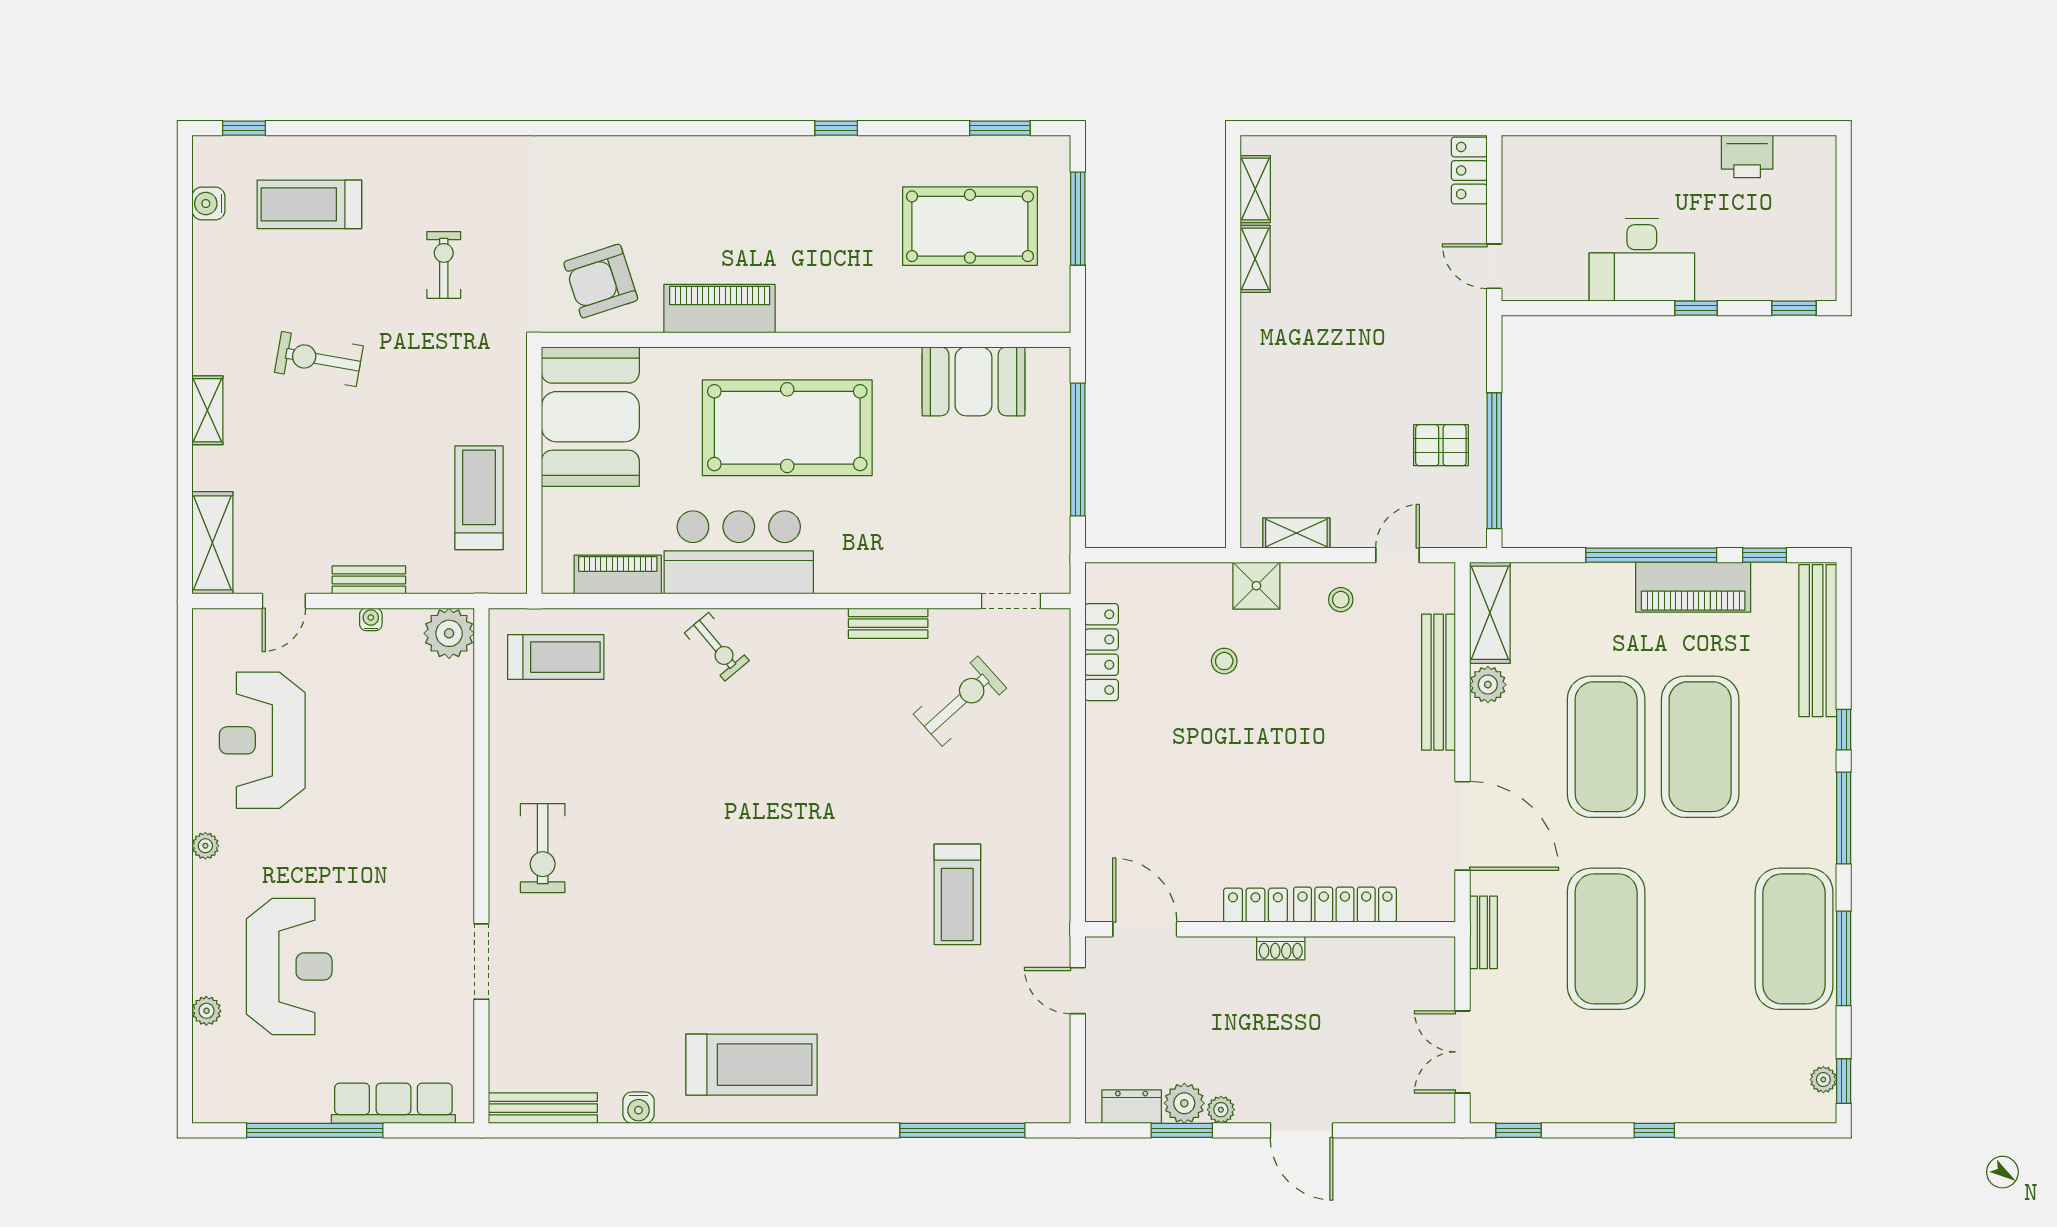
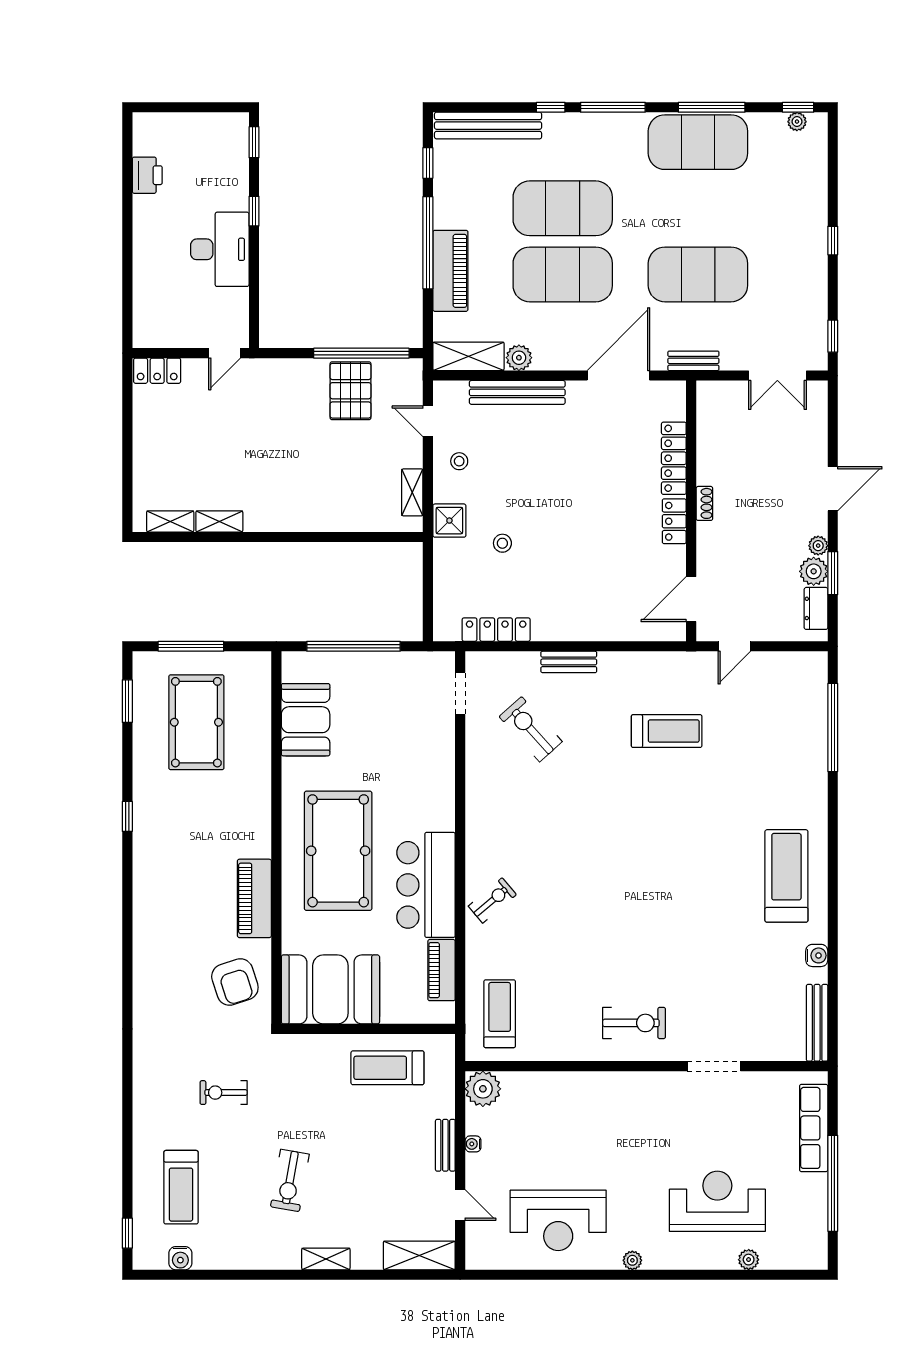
pallet: (1441, 445) -> (351, 391), width x1.50, depth x1.42
piano: (1693, 587) -> (450, 271), moved
bench: (888, 623) -> (569, 662), moved, turned 90

